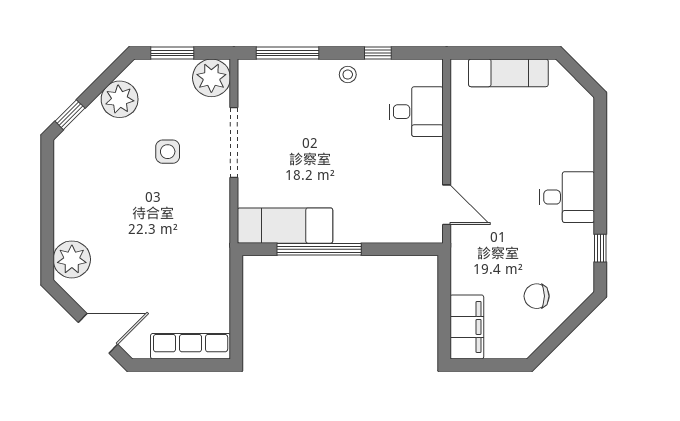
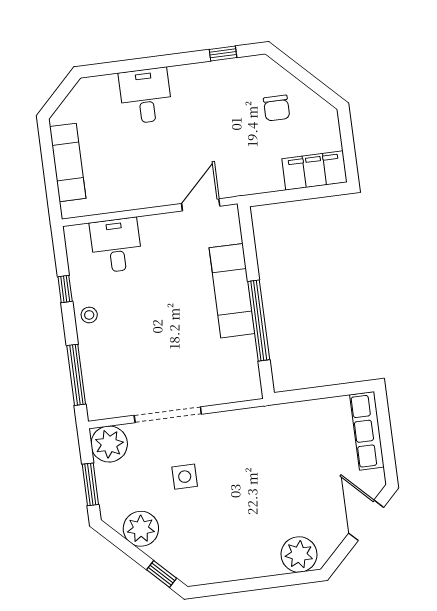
desk: (567, 197) -> (146, 96), moved
exam couch: (285, 226) -> (232, 291), moved

